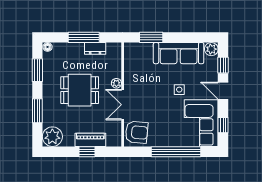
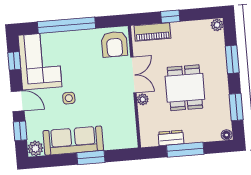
window: (151, 37) -> (91, 158), moved
dining table: (80, 90) -> (185, 88), turned 90
armchair: (137, 132) -> (114, 44), turned -95
plant: (52, 137) -> (217, 25), width x0.53, depth x0.53
piano: (90, 140) -> (152, 32), moved

